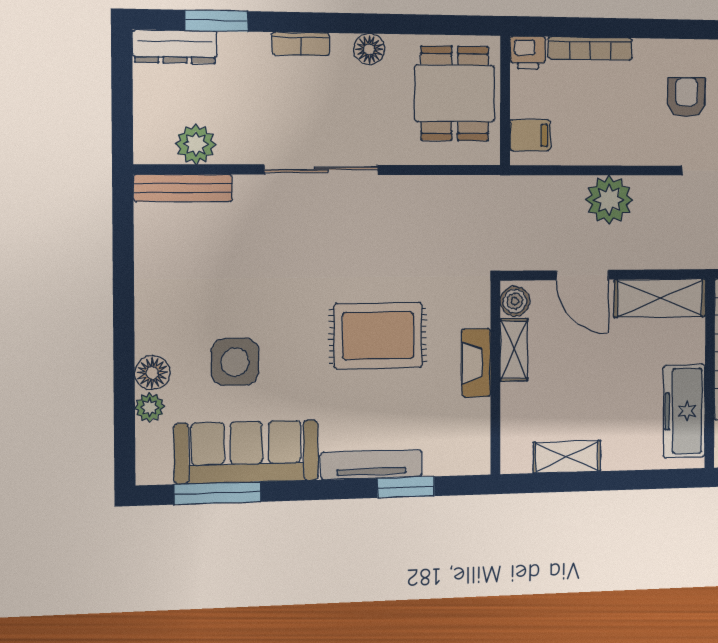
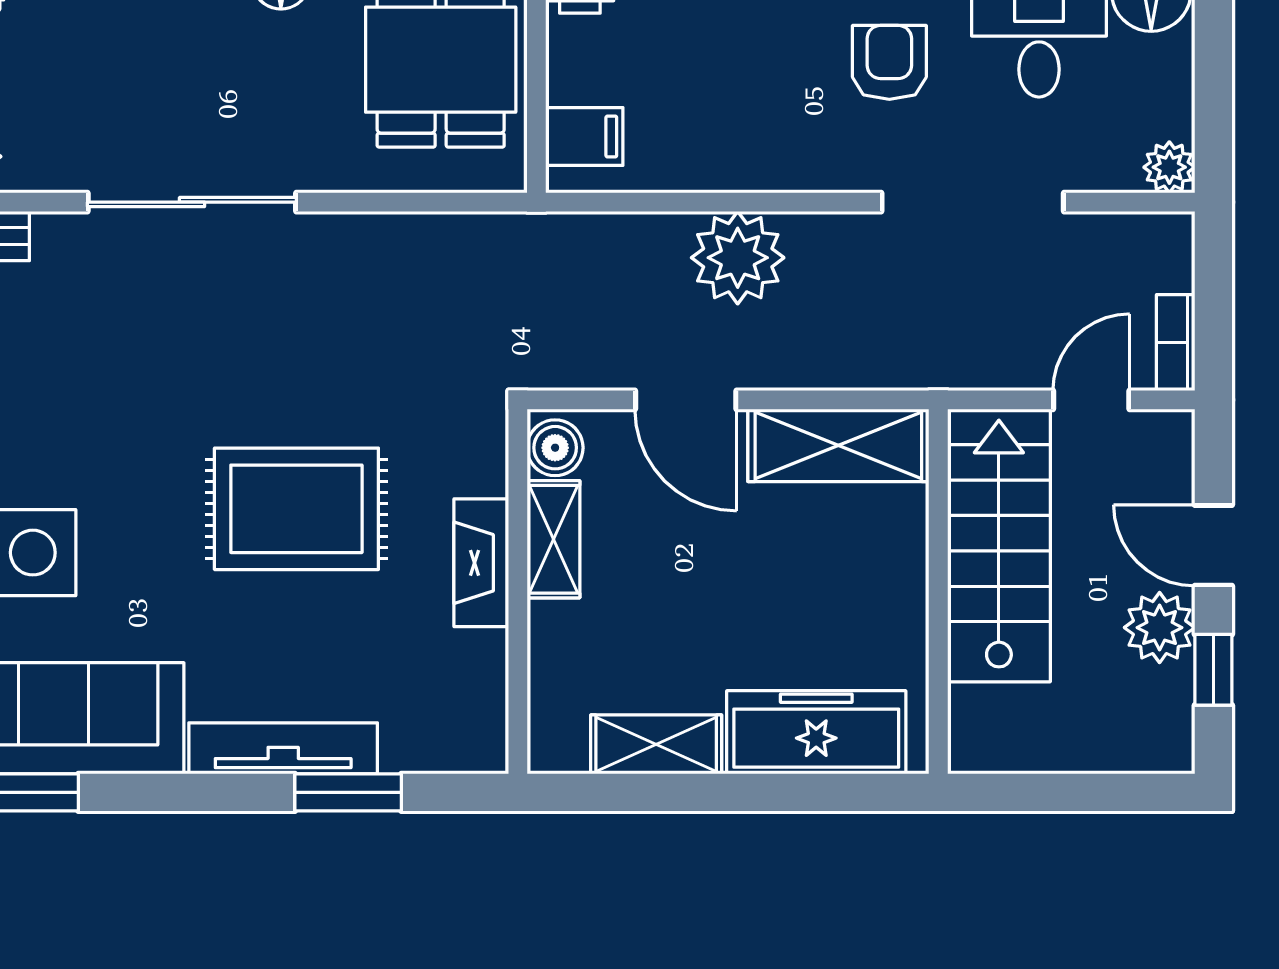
freezer: (684, 411) -> (816, 732), moved, turned 90

